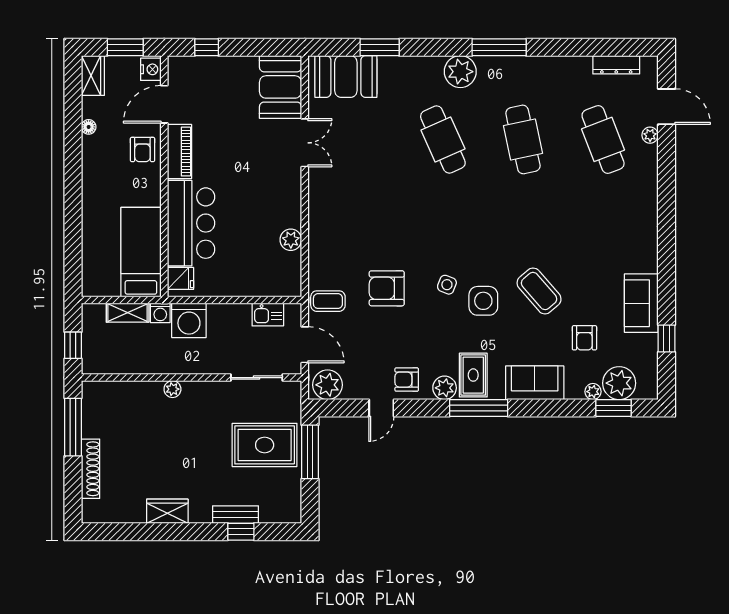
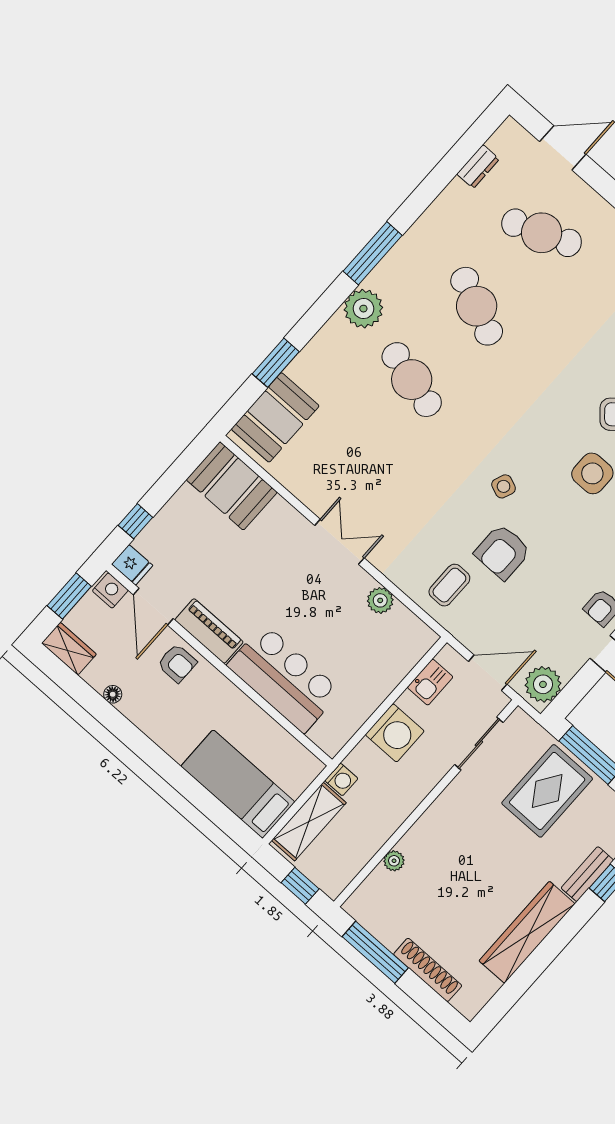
dresser: (616, 65) -> (478, 167), width x0.70
plant: (650, 135) -> (576, 186), removed
cafe table: (443, 139) -> (412, 380), turned 39
cafe table: (523, 139) -> (477, 306), turned 36
double door: (305, 143) -> (339, 542), moved
bed: (141, 252) -> (238, 784), moved
fridge: (180, 278) -> (132, 565), moved, turned 90
side table: (447, 285) -> (504, 486), moved
coffee table: (328, 301) -> (449, 585), moved
shelving: (128, 313) -> (309, 822), width x1.50, depth x1.33
washing machine: (189, 320) -> (395, 733), moved
plant: (172, 389) -> (394, 861), moved
wardrobe: (167, 511) -> (527, 932), width x2.10, depth x1.17

